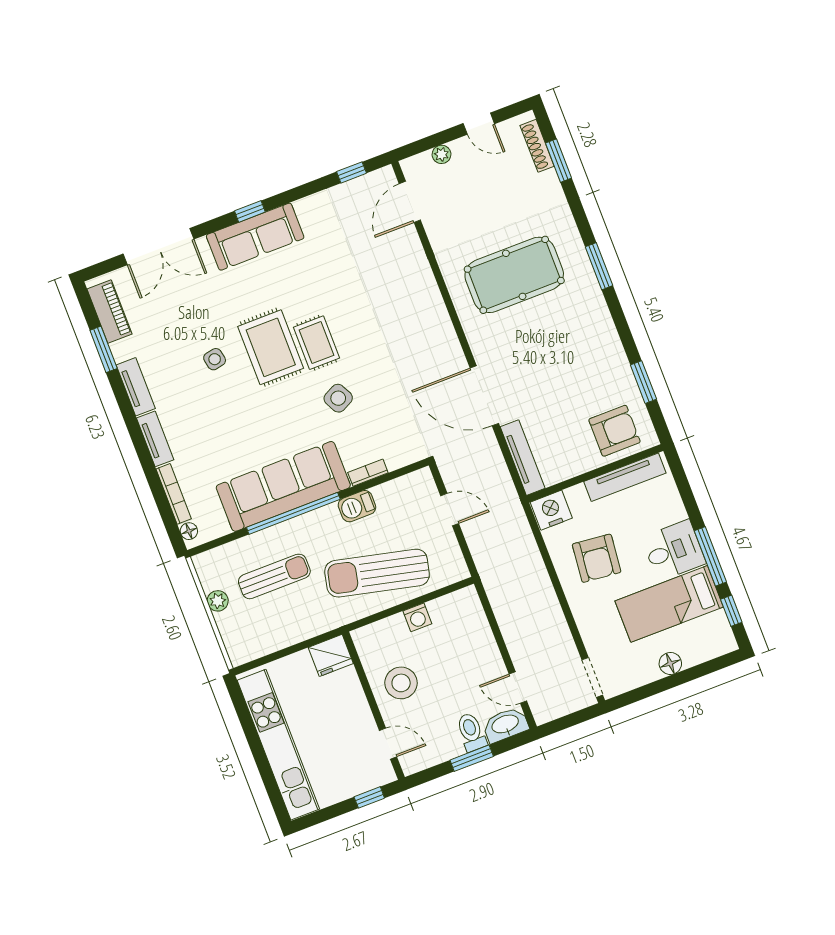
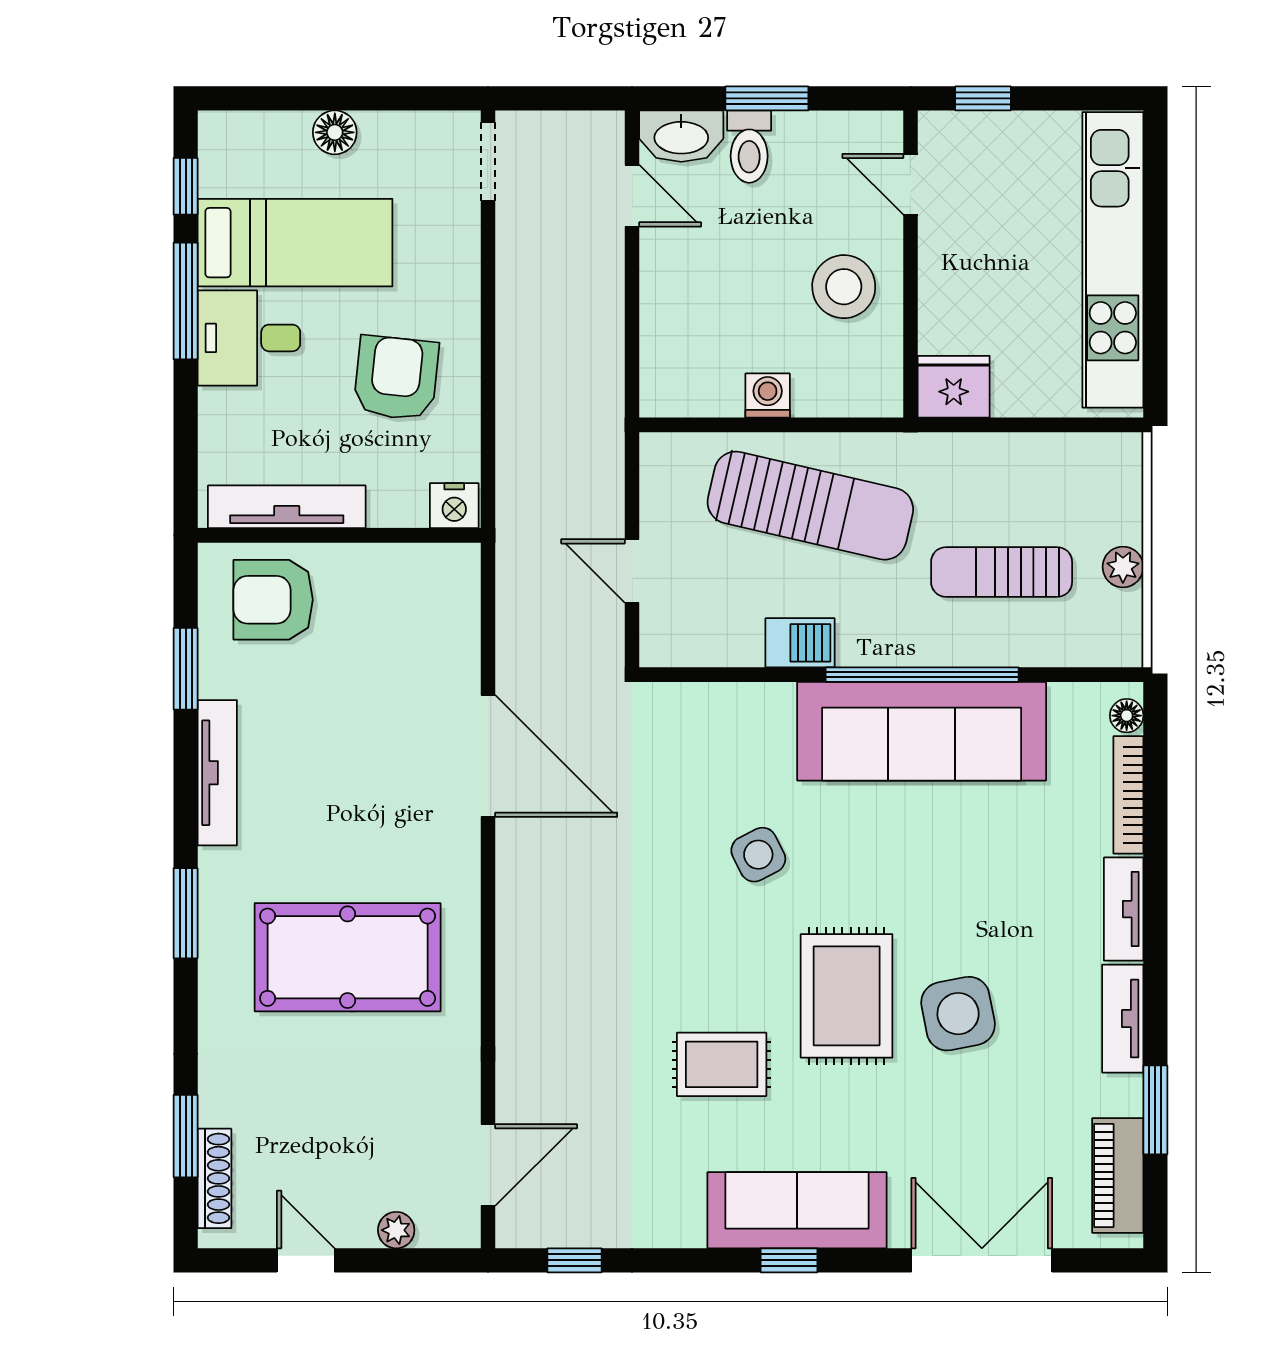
rug: (317, 343) -> (722, 1064), moved, turned 90
side table: (215, 359) -> (958, 1014), width x1.87, depth x1.87
tv unit: (523, 458) -> (217, 773), moved, turned 180
bookcase: (368, 473) -> (756, 697), removed
nightstand: (551, 510) -> (454, 506), width x0.74, depth x0.75

